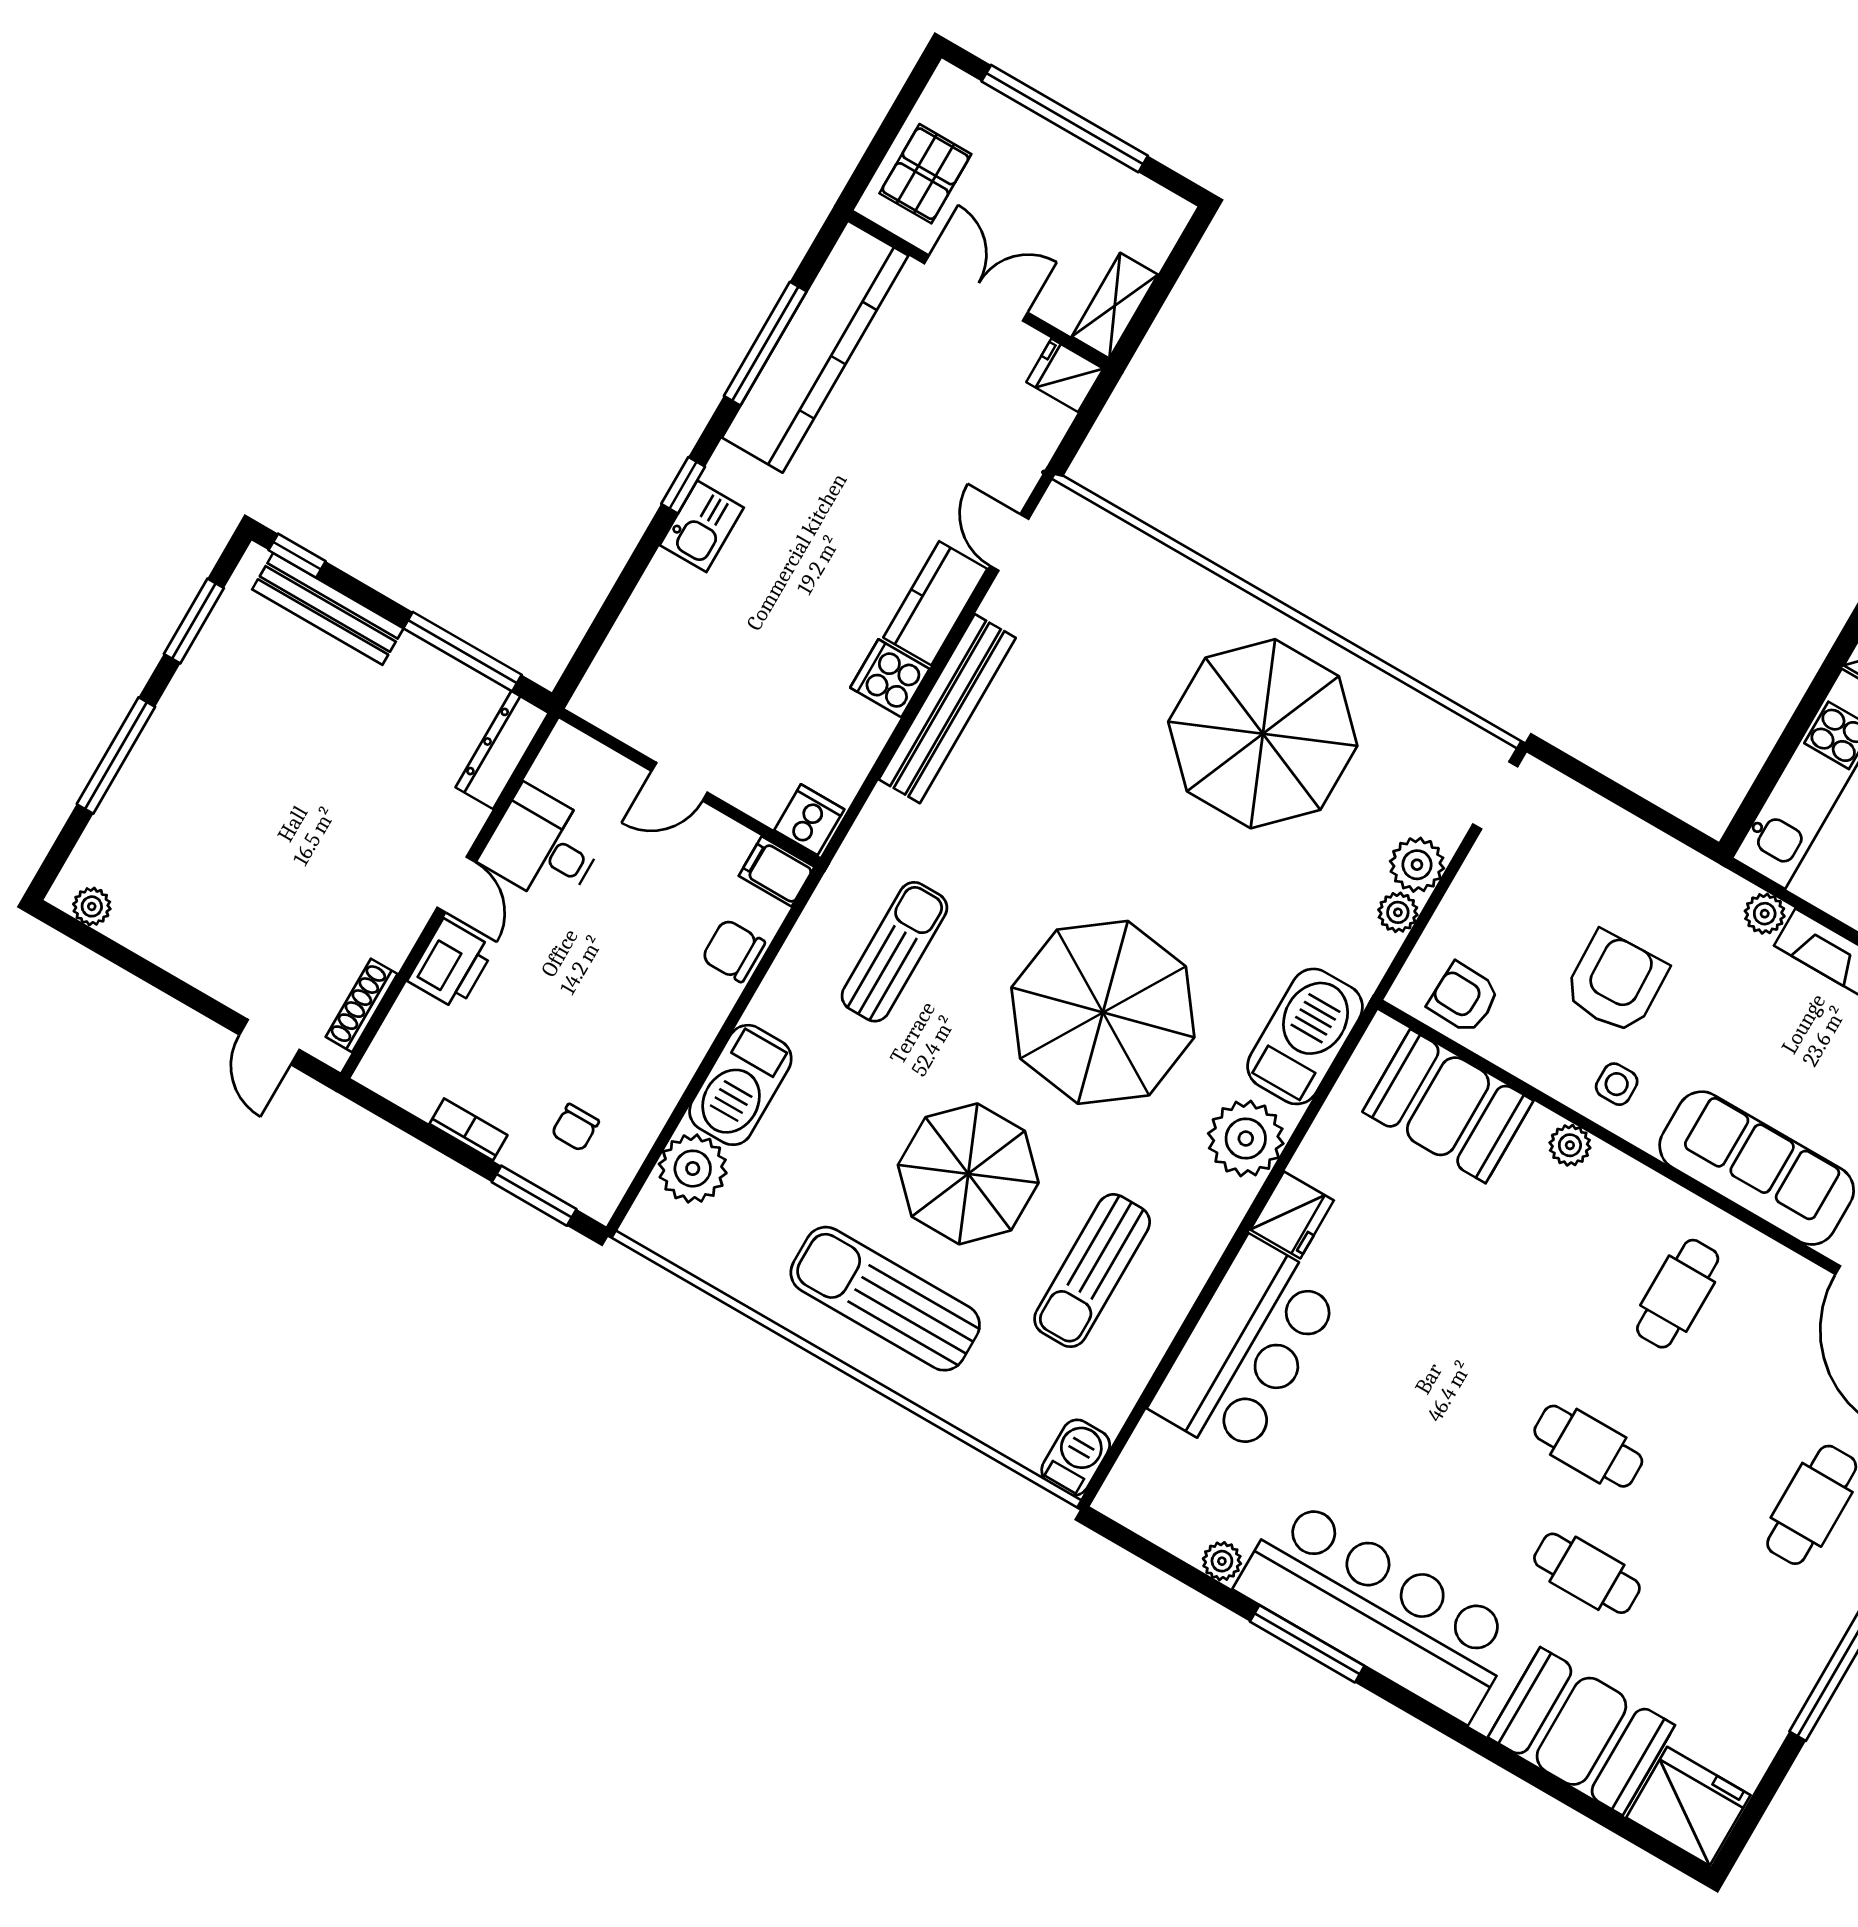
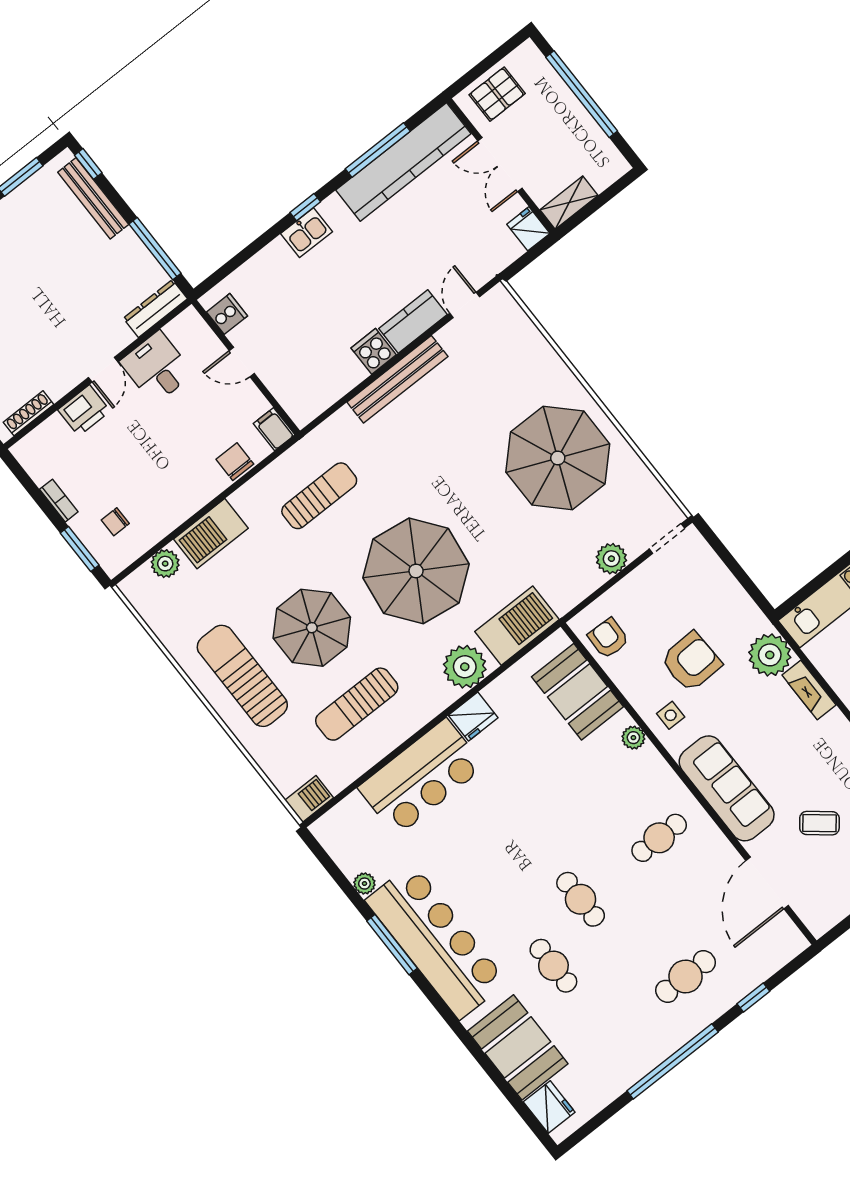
double door: (976, 288) -> (500, 164), swing flipped
cooker: (809, 820) -> (227, 314), moved
plant: (1398, 912) -> (592, 580), removed
plant: (1765, 914) -> (770, 655), width x1.88, depth x1.88
plant: (693, 1169) -> (165, 564), width x0.73, depth x0.73
fridge: (1688, 1806) -> (549, 1107), width x0.73, depth x0.75

